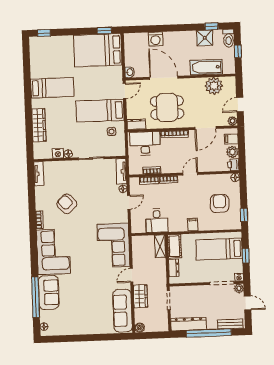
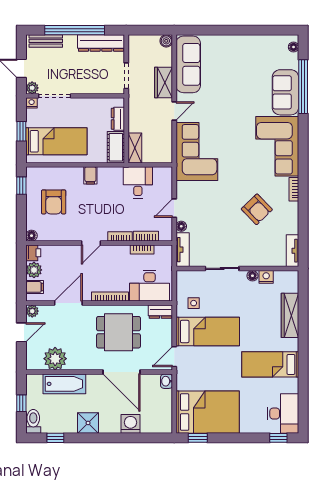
shower: (205, 38) -> (88, 423), moved
desk: (41, 51) -> (283, 414), added

